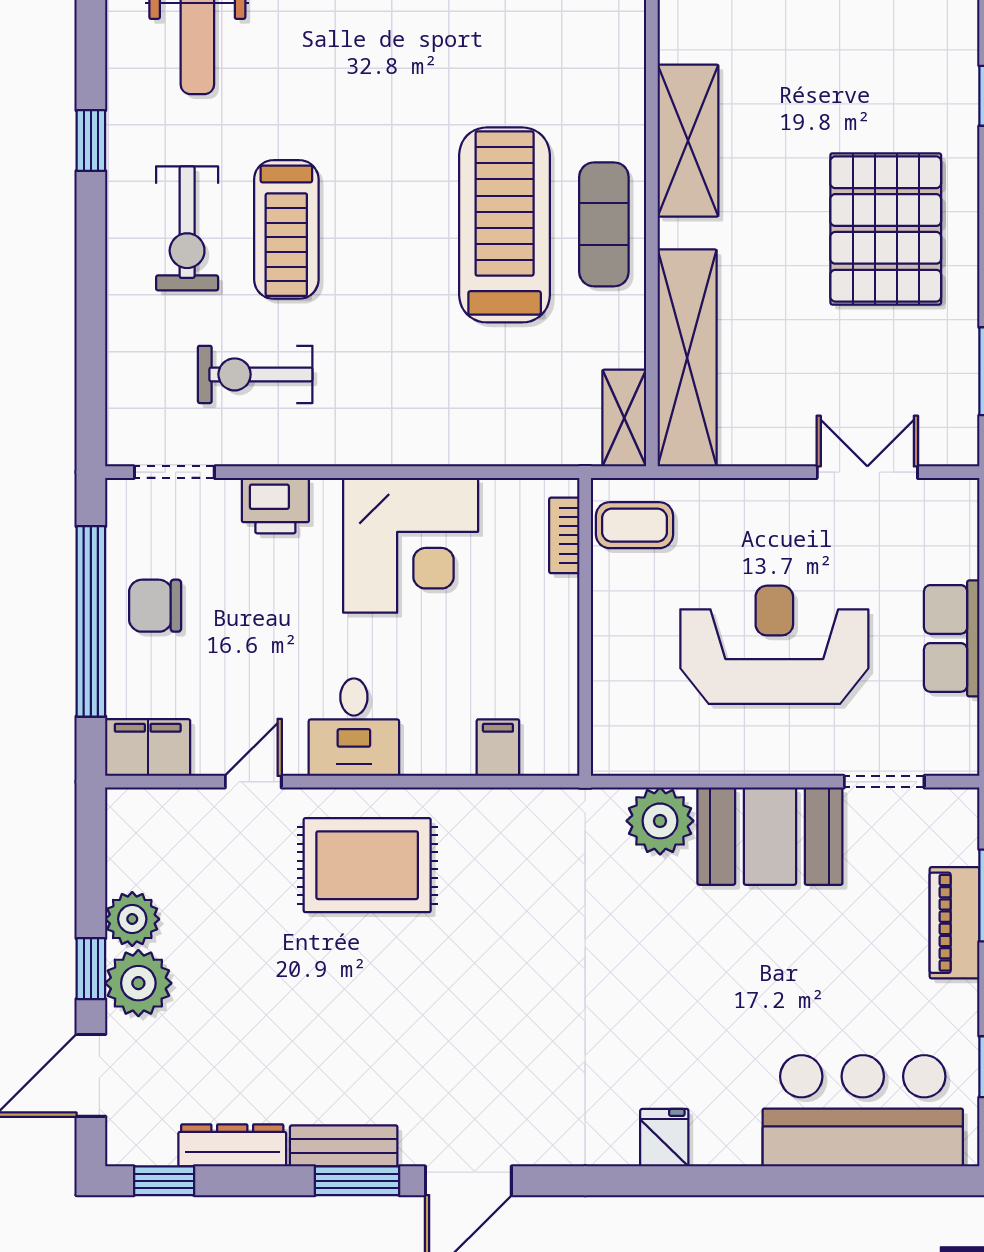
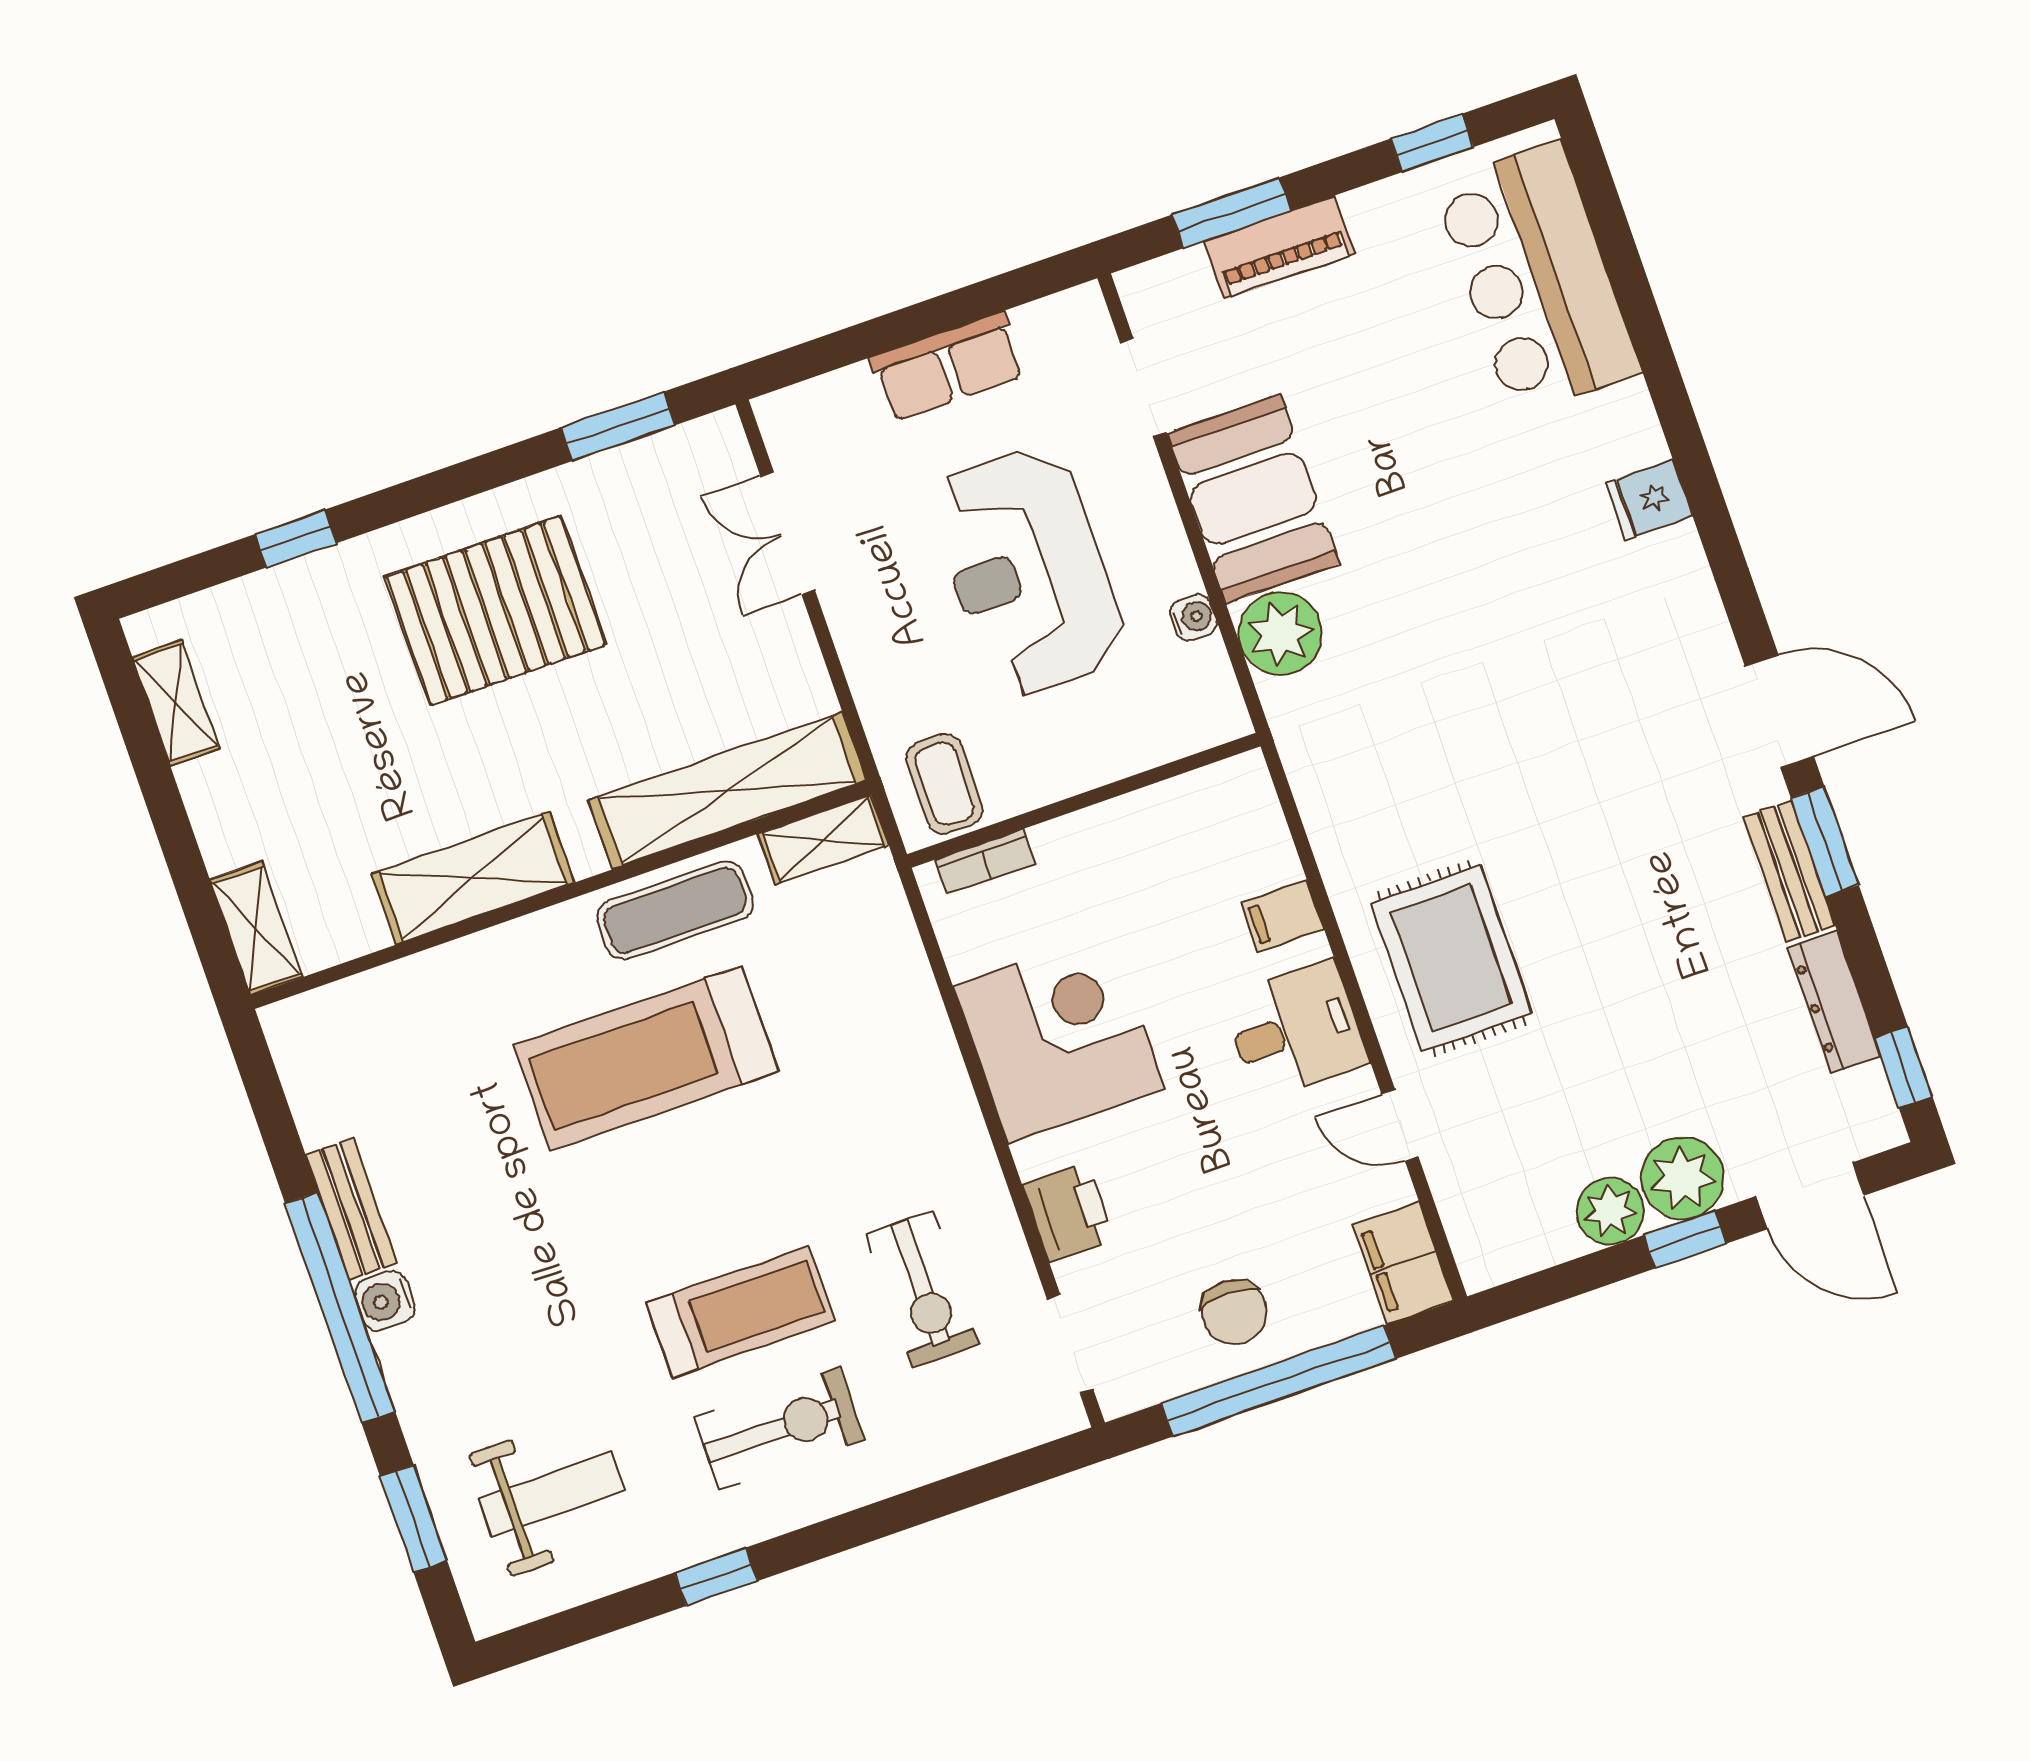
exercise mat: (604, 224) -> (675, 910), moved
filing cabinet: (498, 748) -> (1282, 916), moved
water cooler: (695, 759) -> (1193, 617), added

